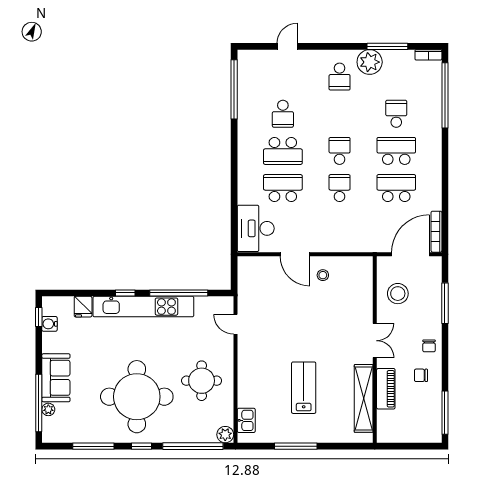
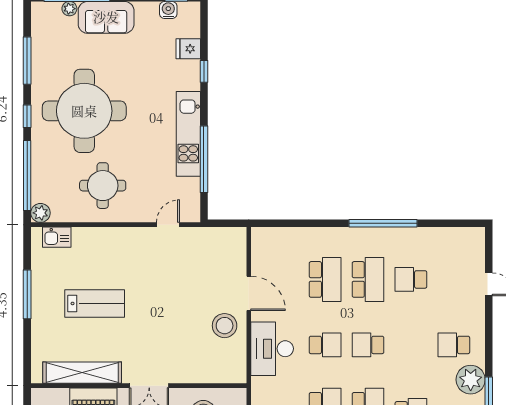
window: (234, 89) -> (383, 223), moved
school desk: (283, 151) -> (368, 279), turned 180
school desk: (340, 151) -> (368, 345), turned 180
desk: (256, 228) -> (272, 349), moved, turned -90
door: (295, 254) -> (249, 293), swing flipped
stool: (323, 275) -> (225, 326), width x1.89, depth x1.89
window: (125, 293) -> (204, 71), moved
kitchen unit: (143, 307) -> (188, 134), width x0.73

